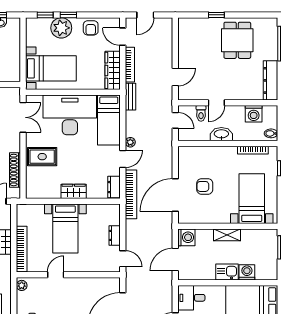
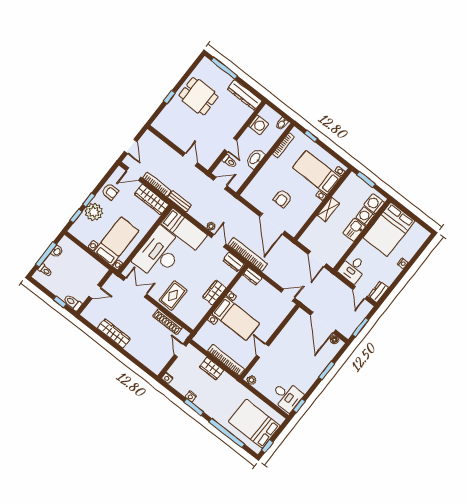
dresser: (115, 235) -> (252, 276), moved
washing machine: (186, 237) -> (374, 204), moved, turned -90

